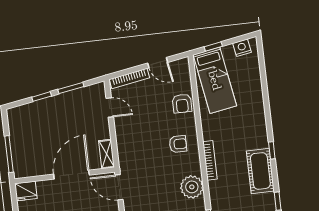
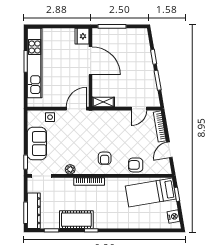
door: (71, 175) -> (91, 61), moved
plant: (192, 187) -> (70, 169), width x0.53, depth x0.53

